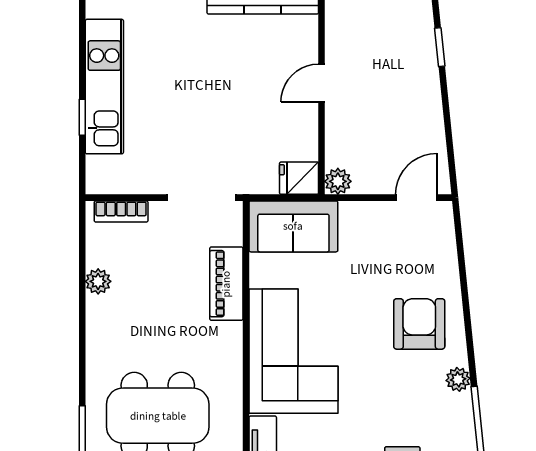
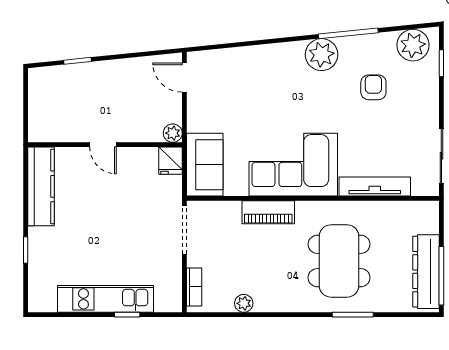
piano: (226, 284) -> (268, 212), moved
armchair: (419, 324) -> (274, 75), removed
plant: (458, 379) -> (322, 55), width x1.87, depth x1.87

